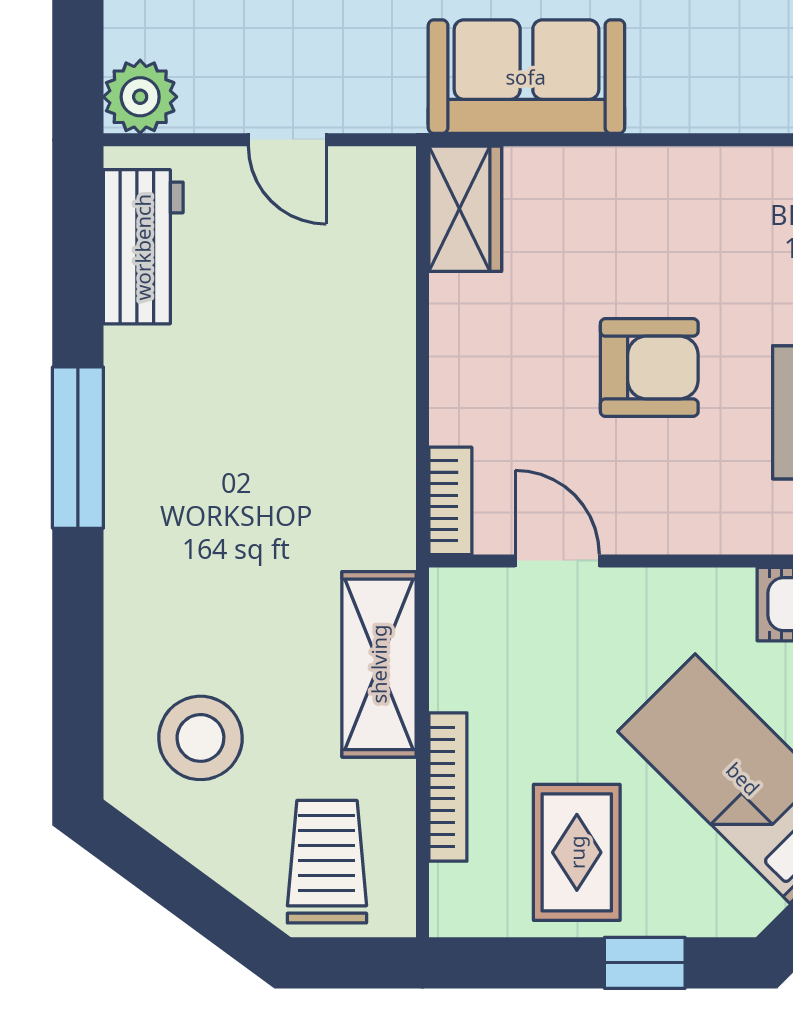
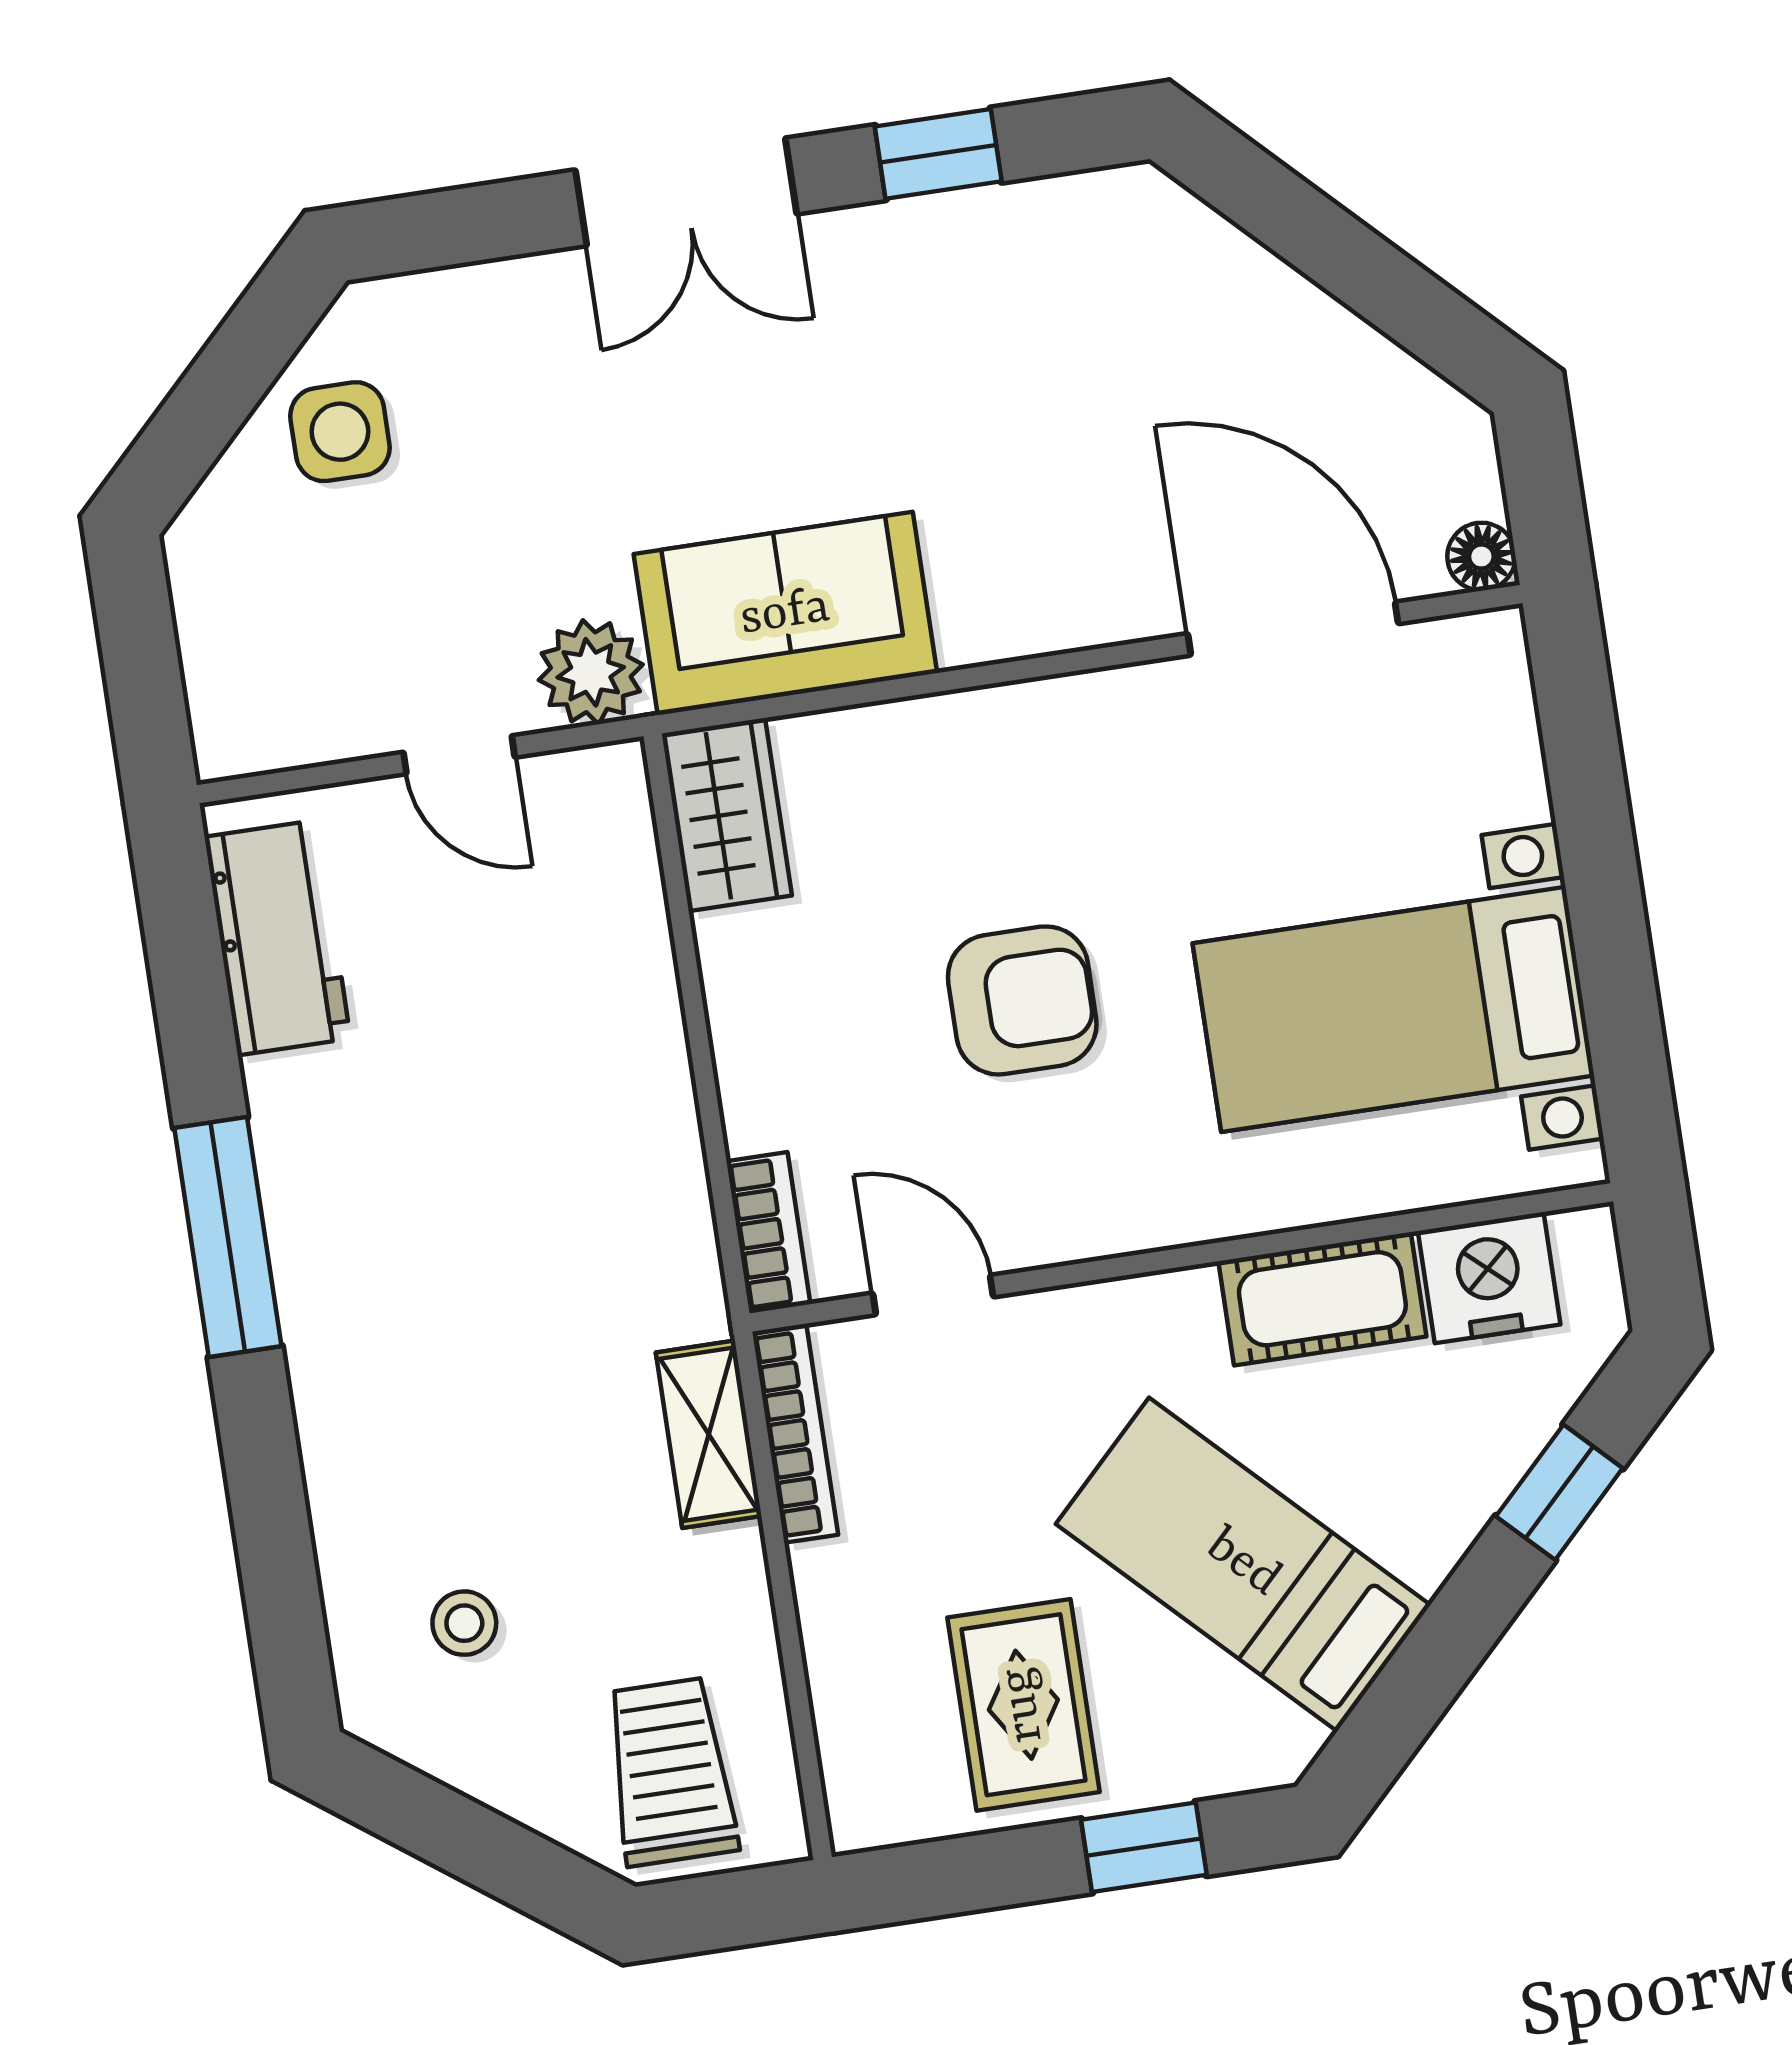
plant: (140, 97) -> (591, 672), moved
shelving: (379, 664) -> (709, 1434), width x0.67, depth x0.75
stool: (200, 738) -> (464, 1623), width x0.53, depth x0.53
bookcase: (448, 787) -> (795, 1433), moved

